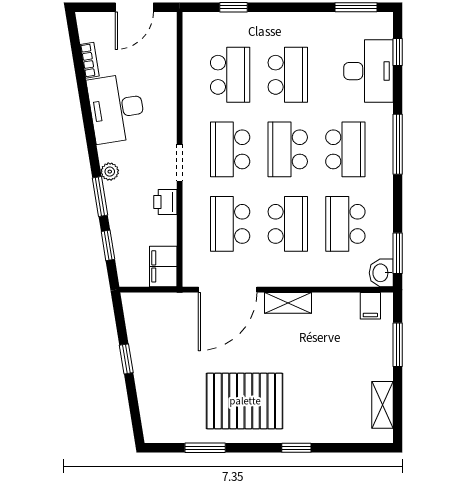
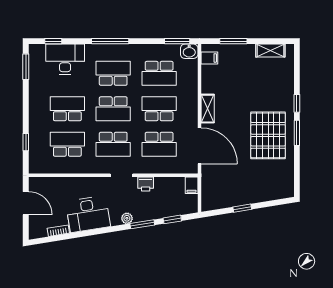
filing cabinet: (163, 266) -> (192, 185), width x0.50
window: (205, 448) -> (297, 133), moved

